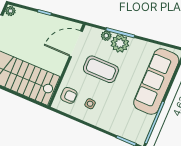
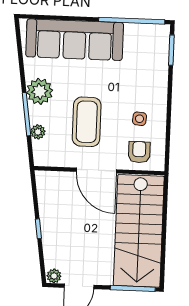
plant: (120, 43) -> (40, 91), moved
door: (76, 44) -> (96, 171), moved

